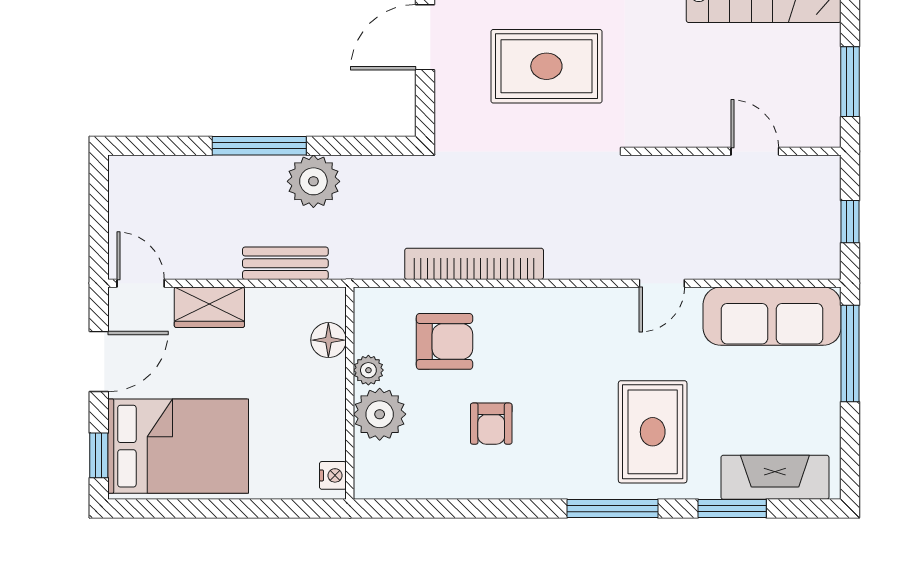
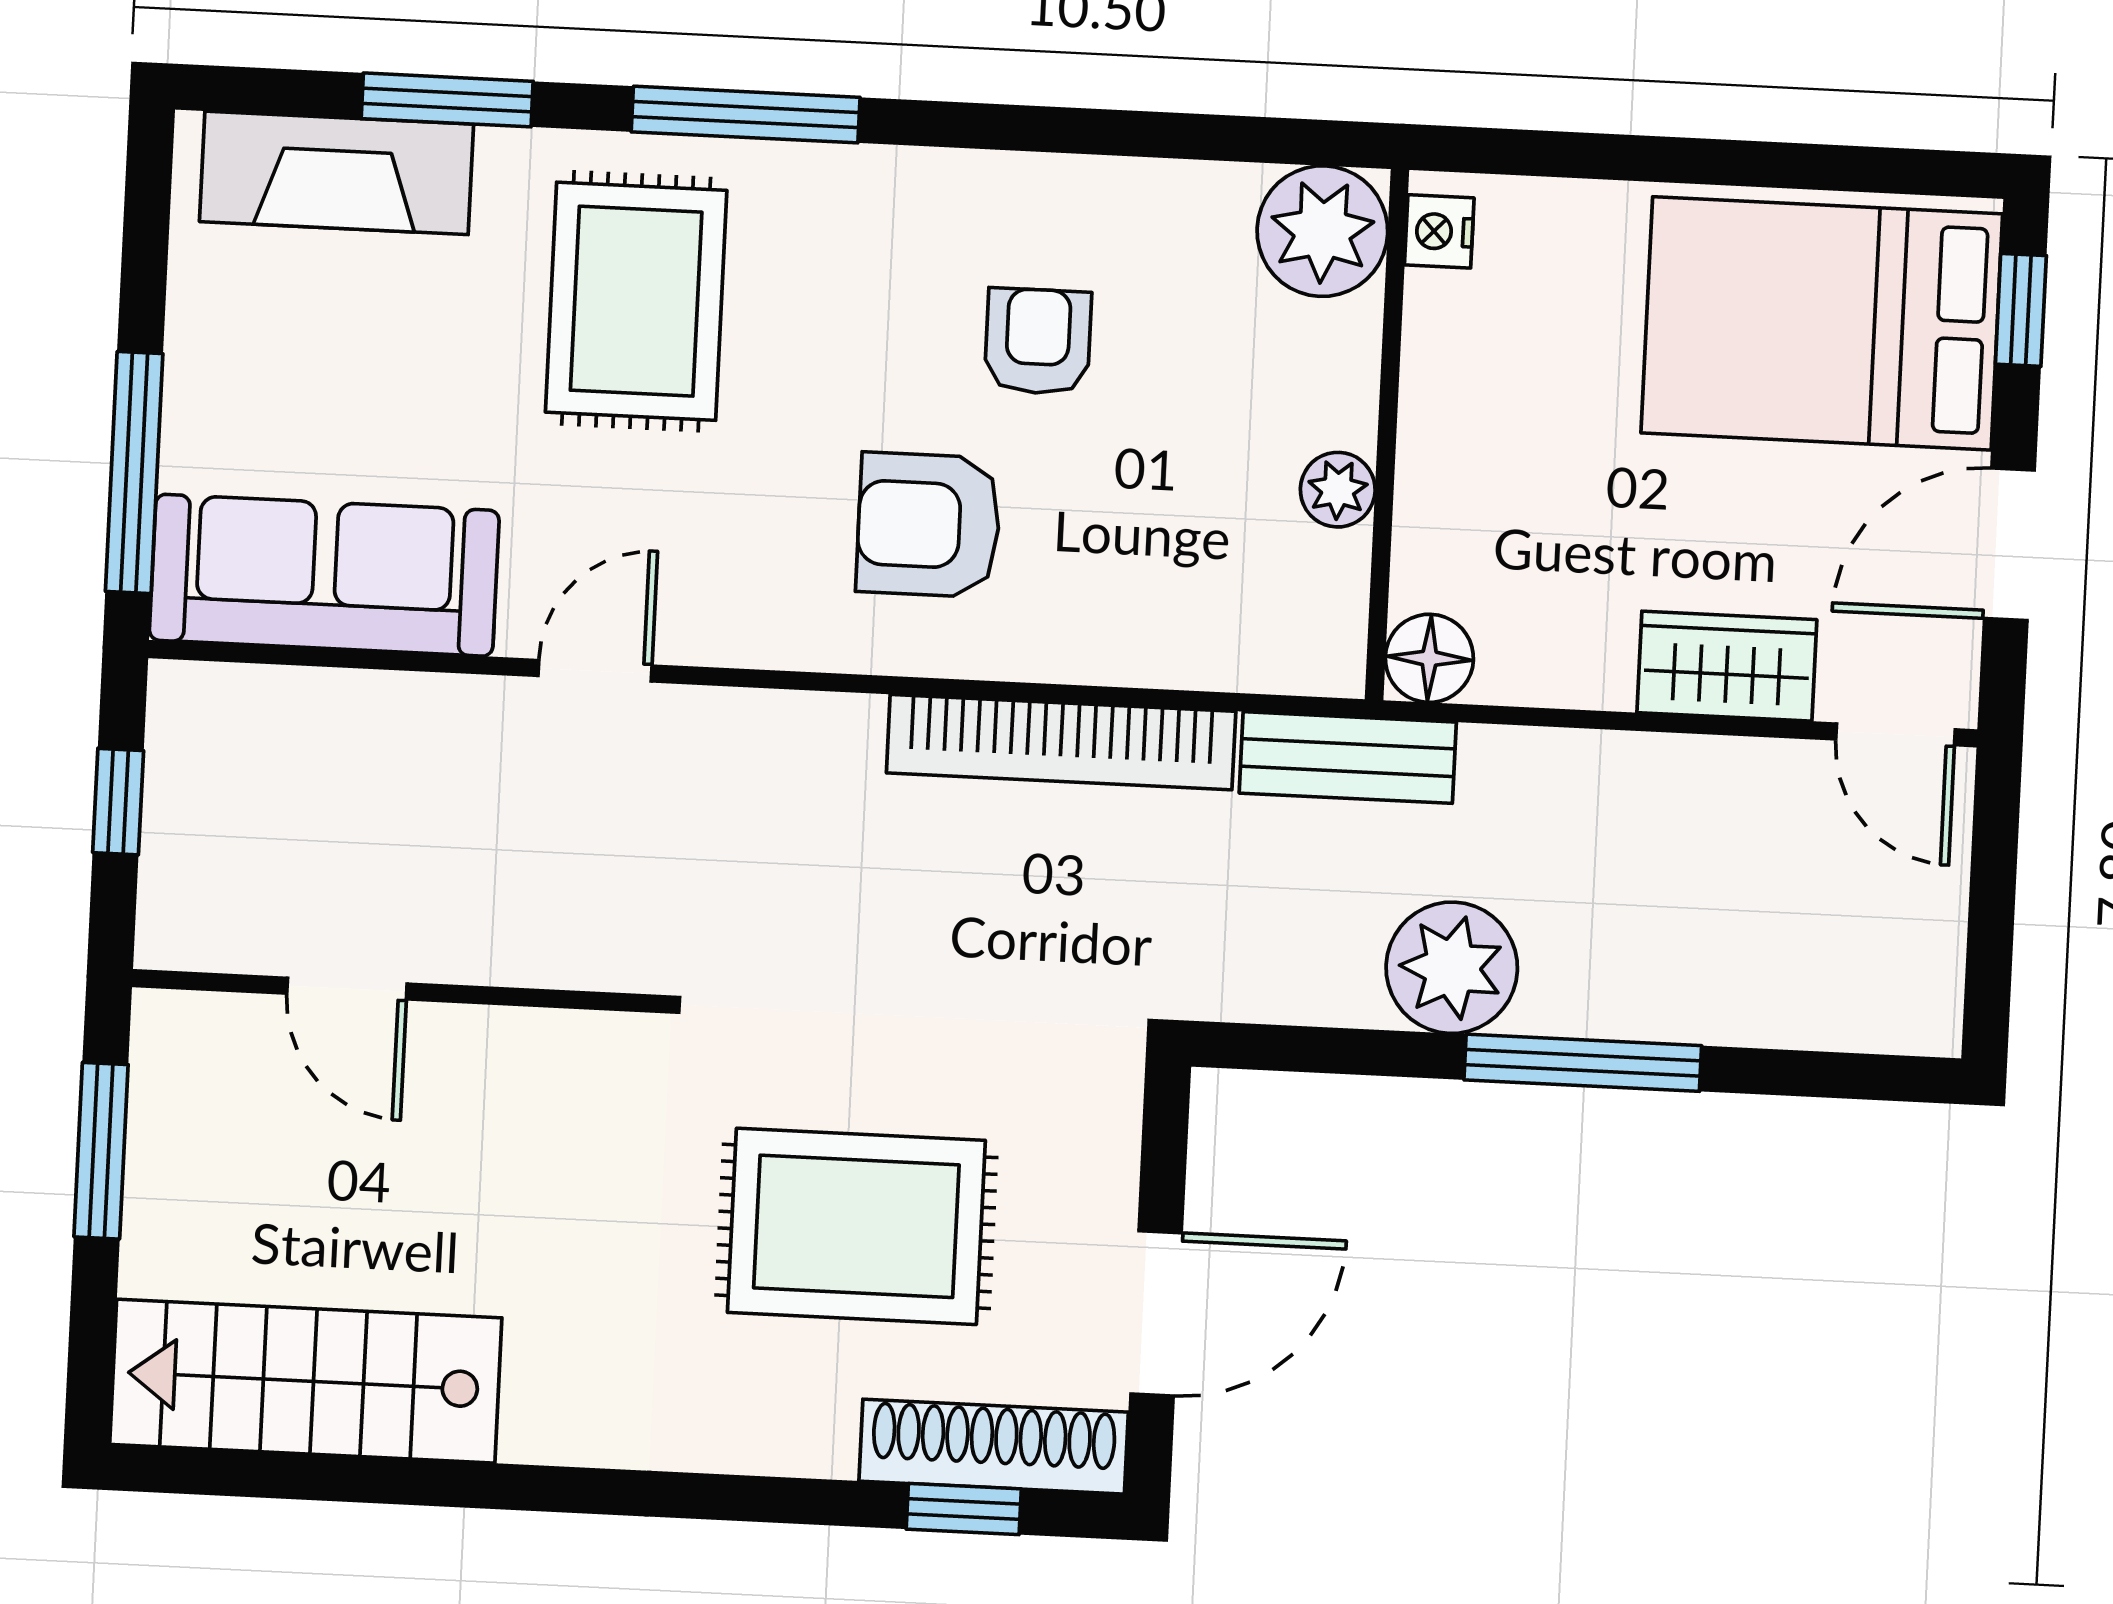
bench: (285, 263) -> (1348, 758), moved
floor lamp: (328, 340) -> (1429, 658), moved
armchair: (445, 341) -> (929, 525), moved
plant: (380, 414) -> (1322, 231), moved

